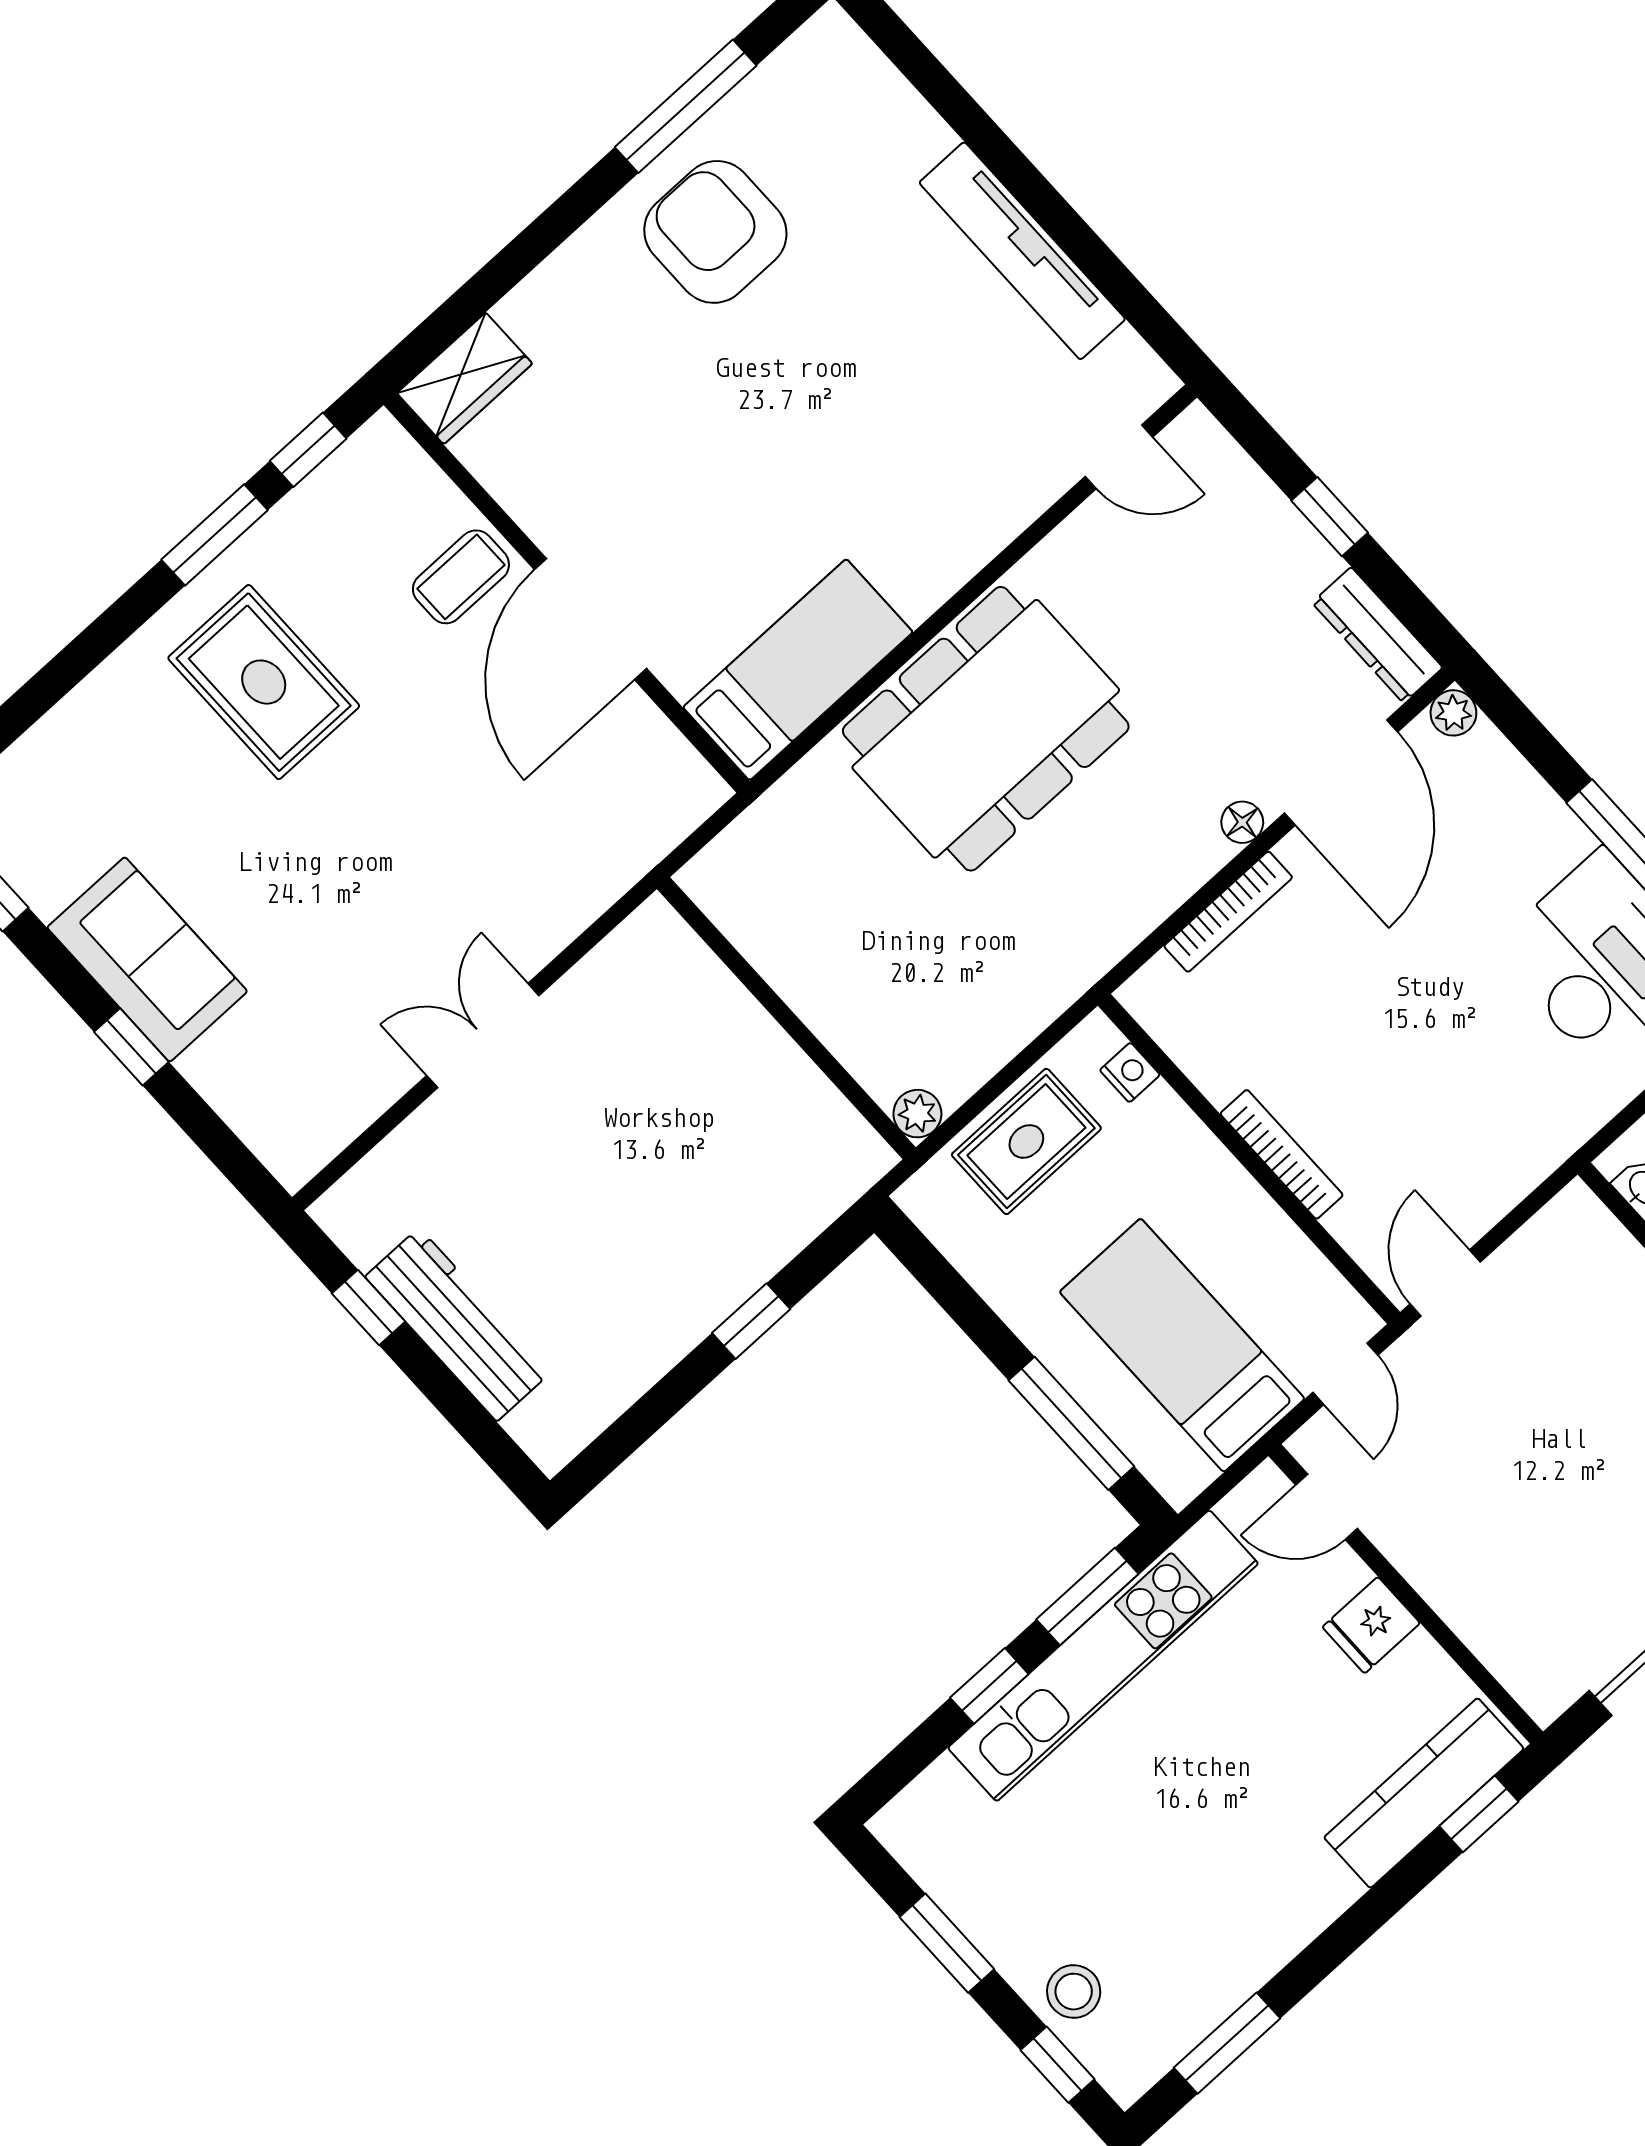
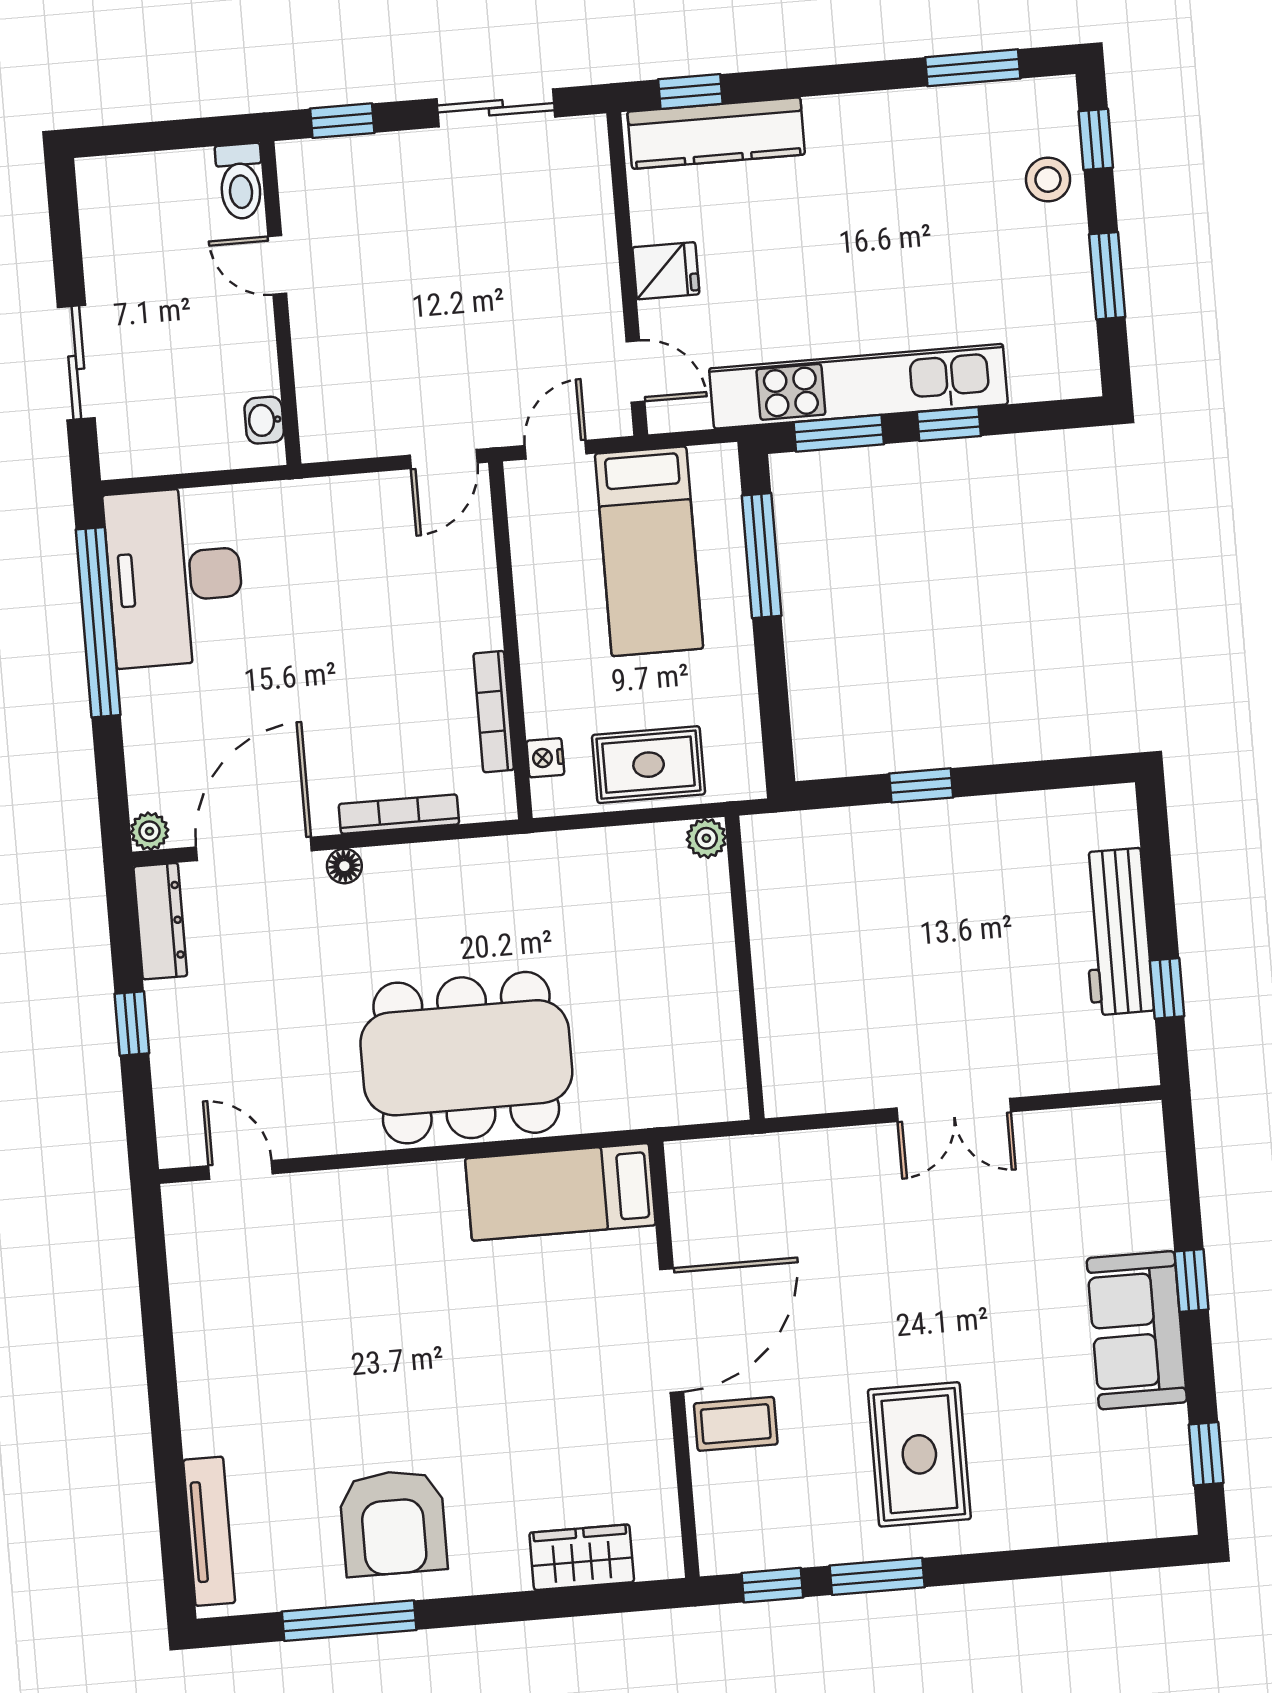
tv unit: (1022, 251) -> (209, 1531), moved, width x0.73, depth x0.78
wardrobe: (465, 378) -> (582, 1557), moved
bookcase: (1282, 1154) -> (494, 712), moved

